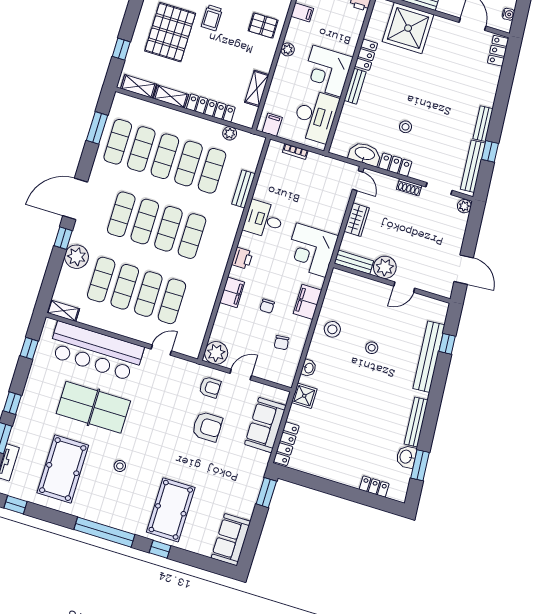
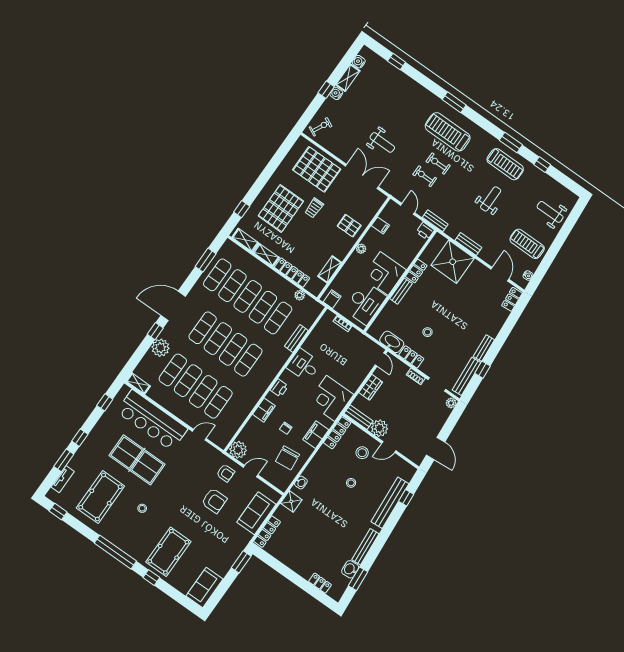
locker: (333, 291) -> (337, 433), added
stool: (332, 329) -> (362, 453), moved
chair: (282, 343) -> (287, 458), width x1.87, depth x1.87

